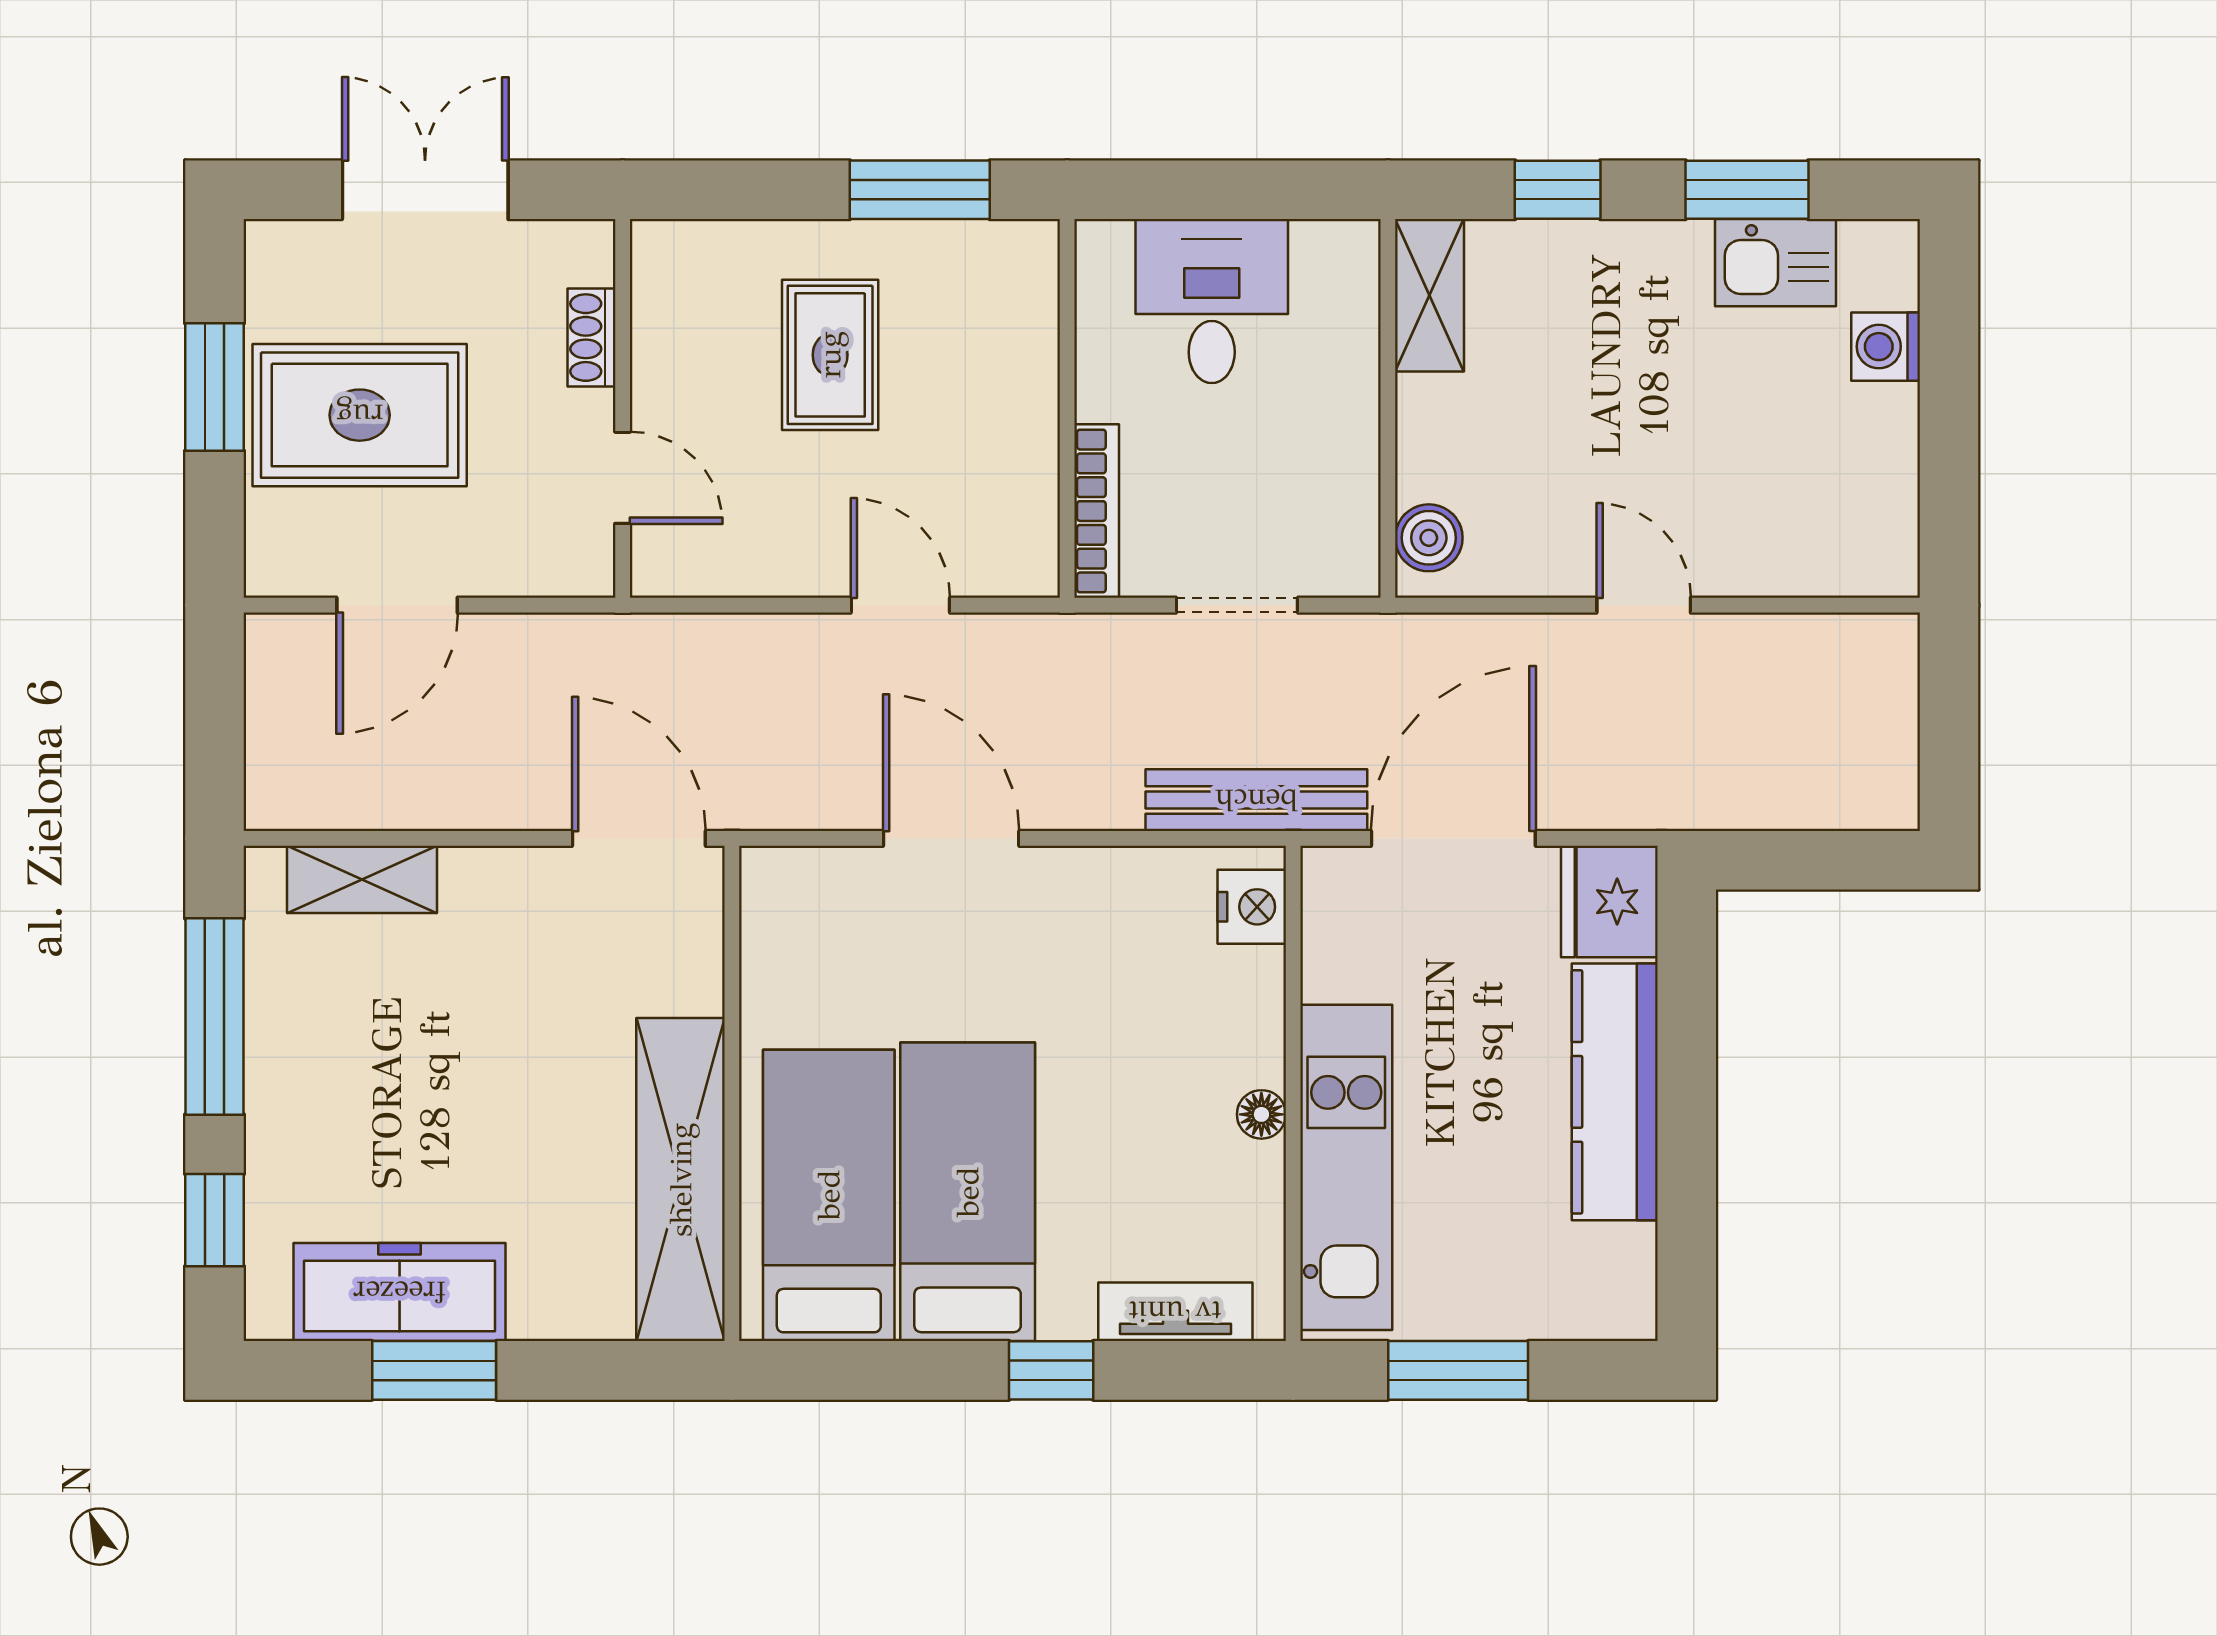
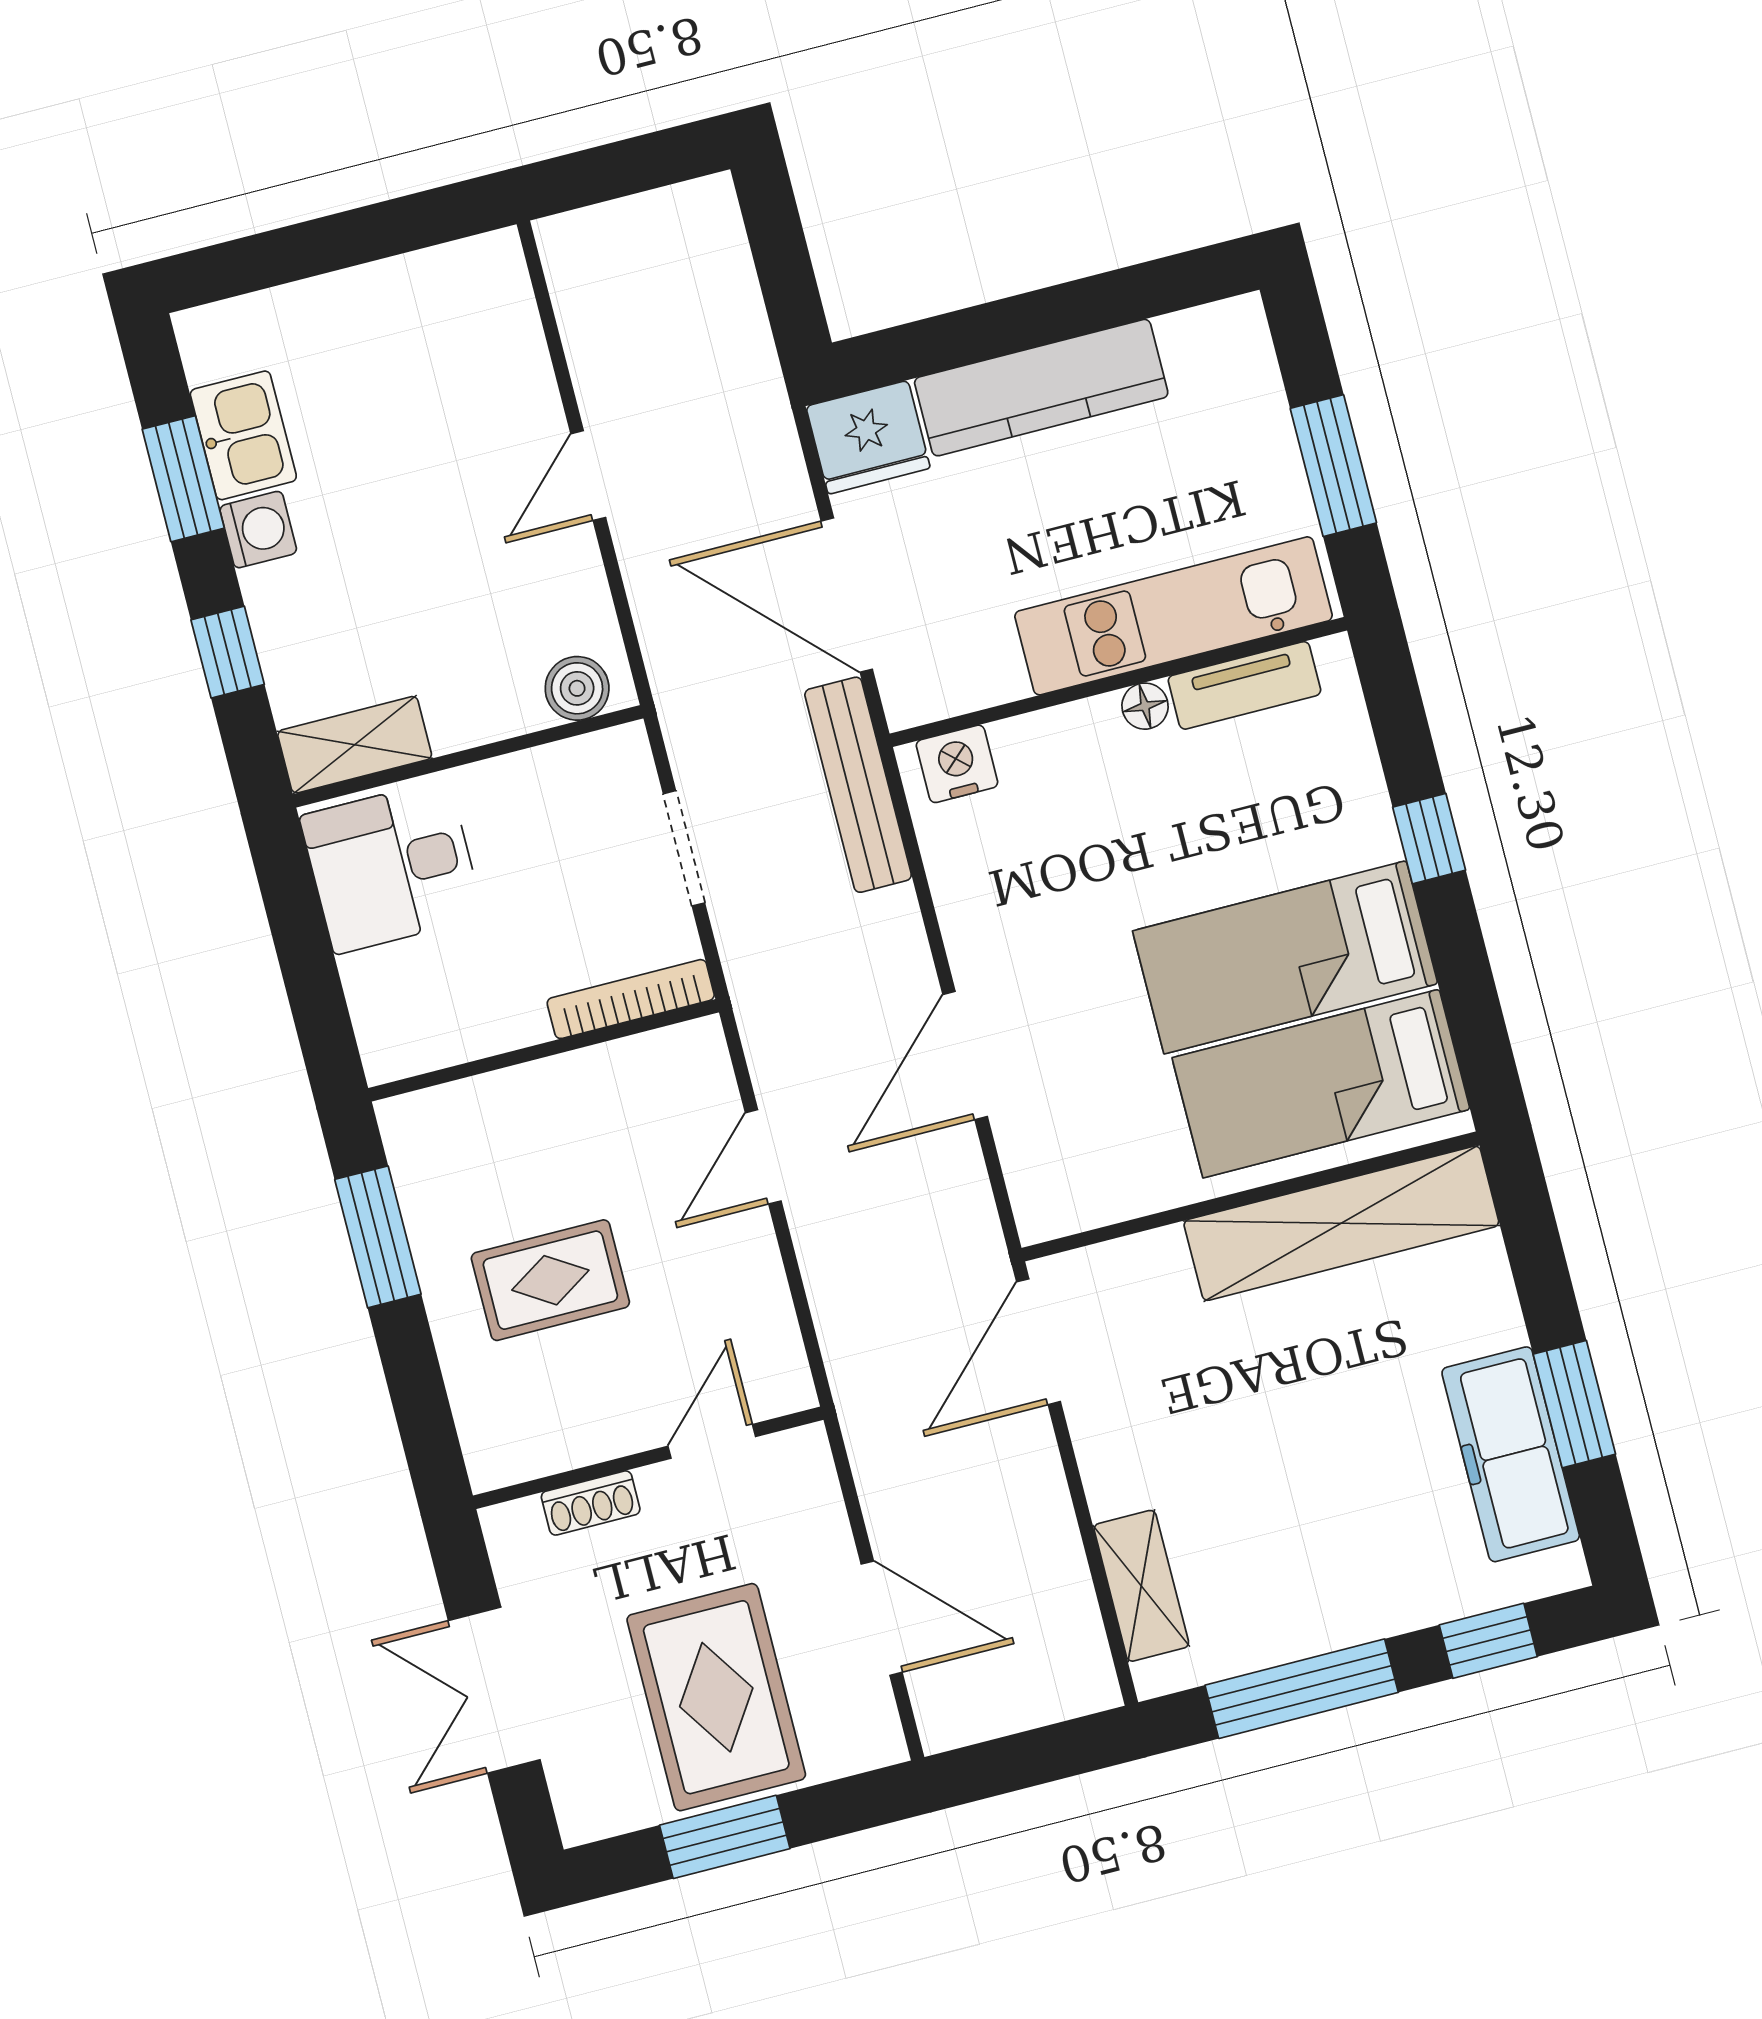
desk: (1212, 301) -> (392, 867), moved
washing machine: (1886, 347) -> (258, 530), moved, turned -90
tv unit: (1175, 1312) -> (1244, 685), moved, turned -90

